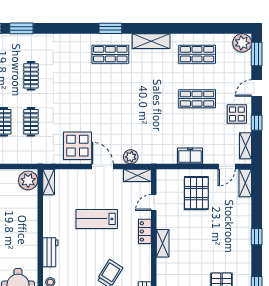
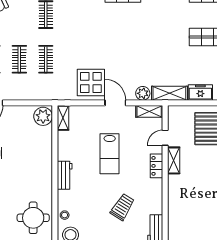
shelving: (158, 157) -> (169, 93), added
lab bench: (97, 219) -> (110, 154), turned -90
shelving: (163, 243) -> (174, 160), moved
workbench: (50, 252) -> (65, 175), moved

